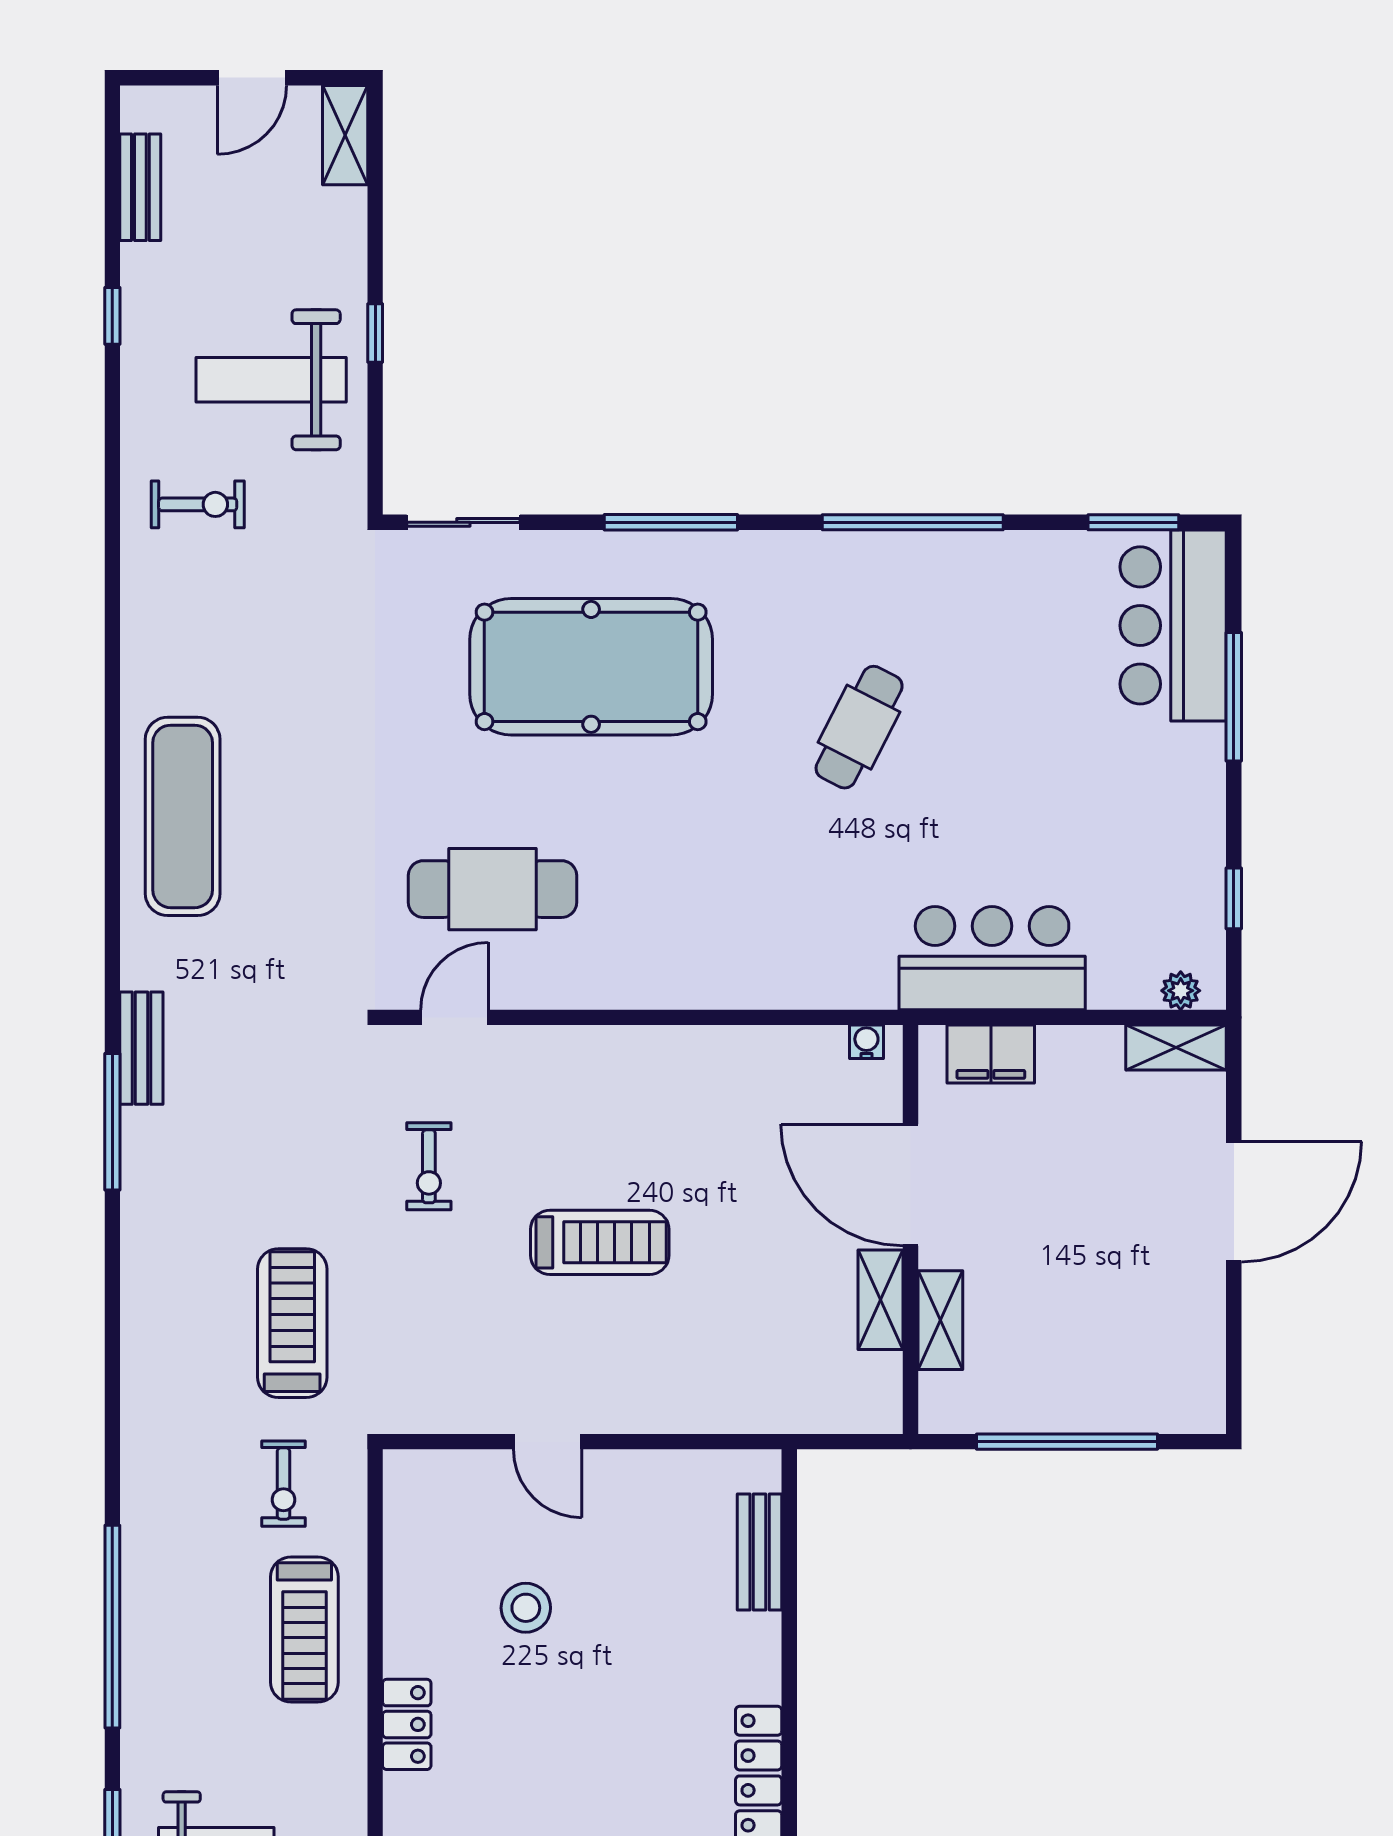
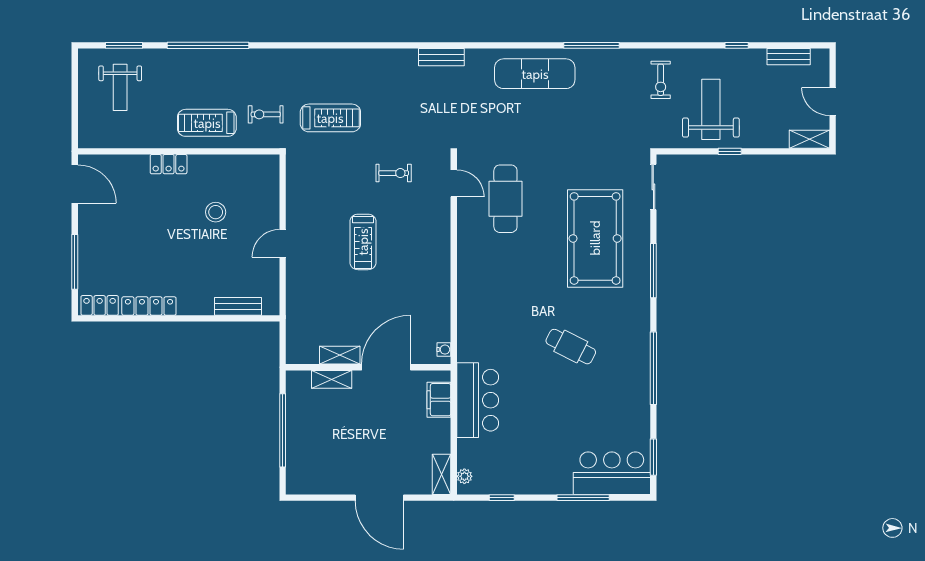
window: (112, 1122) -> (592, 45), moved
exercise bike: (429, 1166) -> (394, 173), turned 180
door: (547, 1442) -> (283, 243), moved

